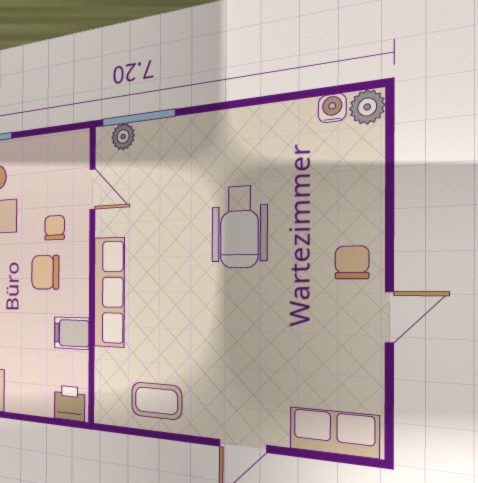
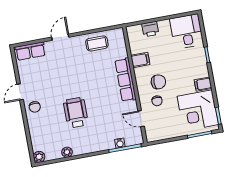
water cooler: (332, 108) -> (120, 143), moved
plant: (123, 137) -> (67, 152), moved
printer: (69, 403) -> (150, 29), moved

